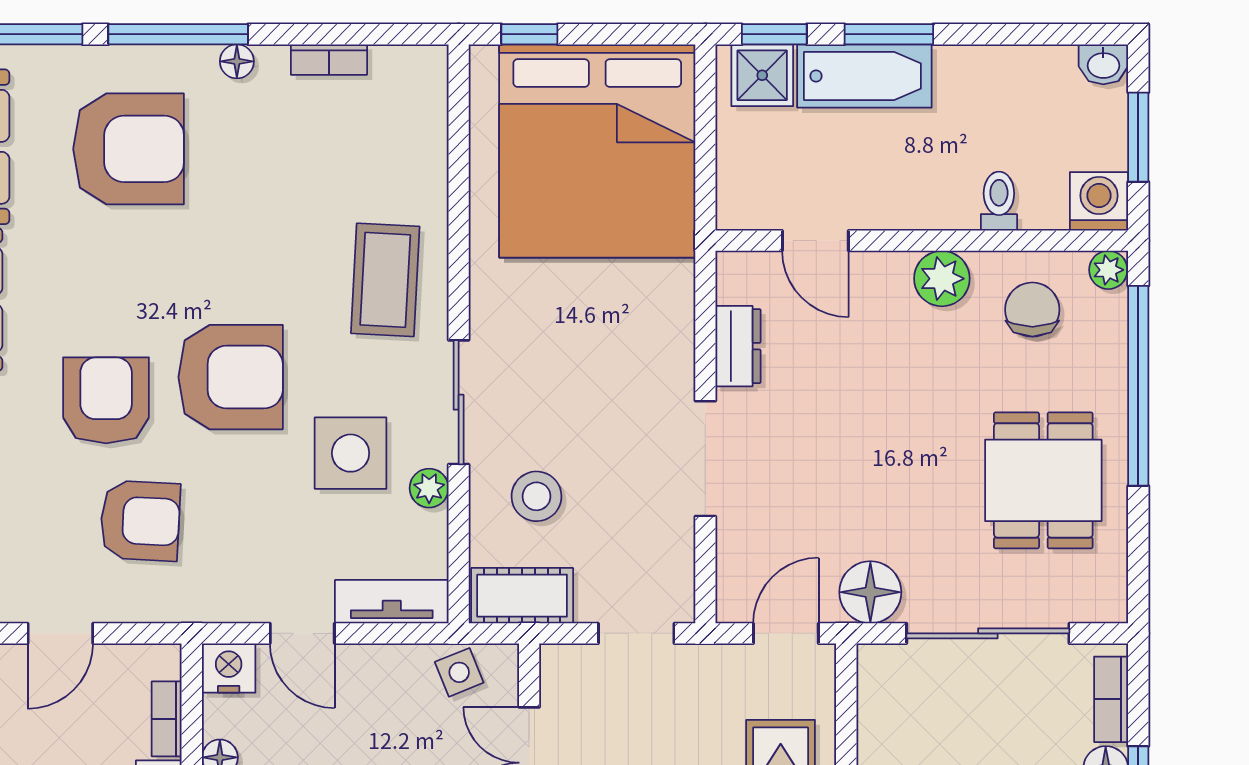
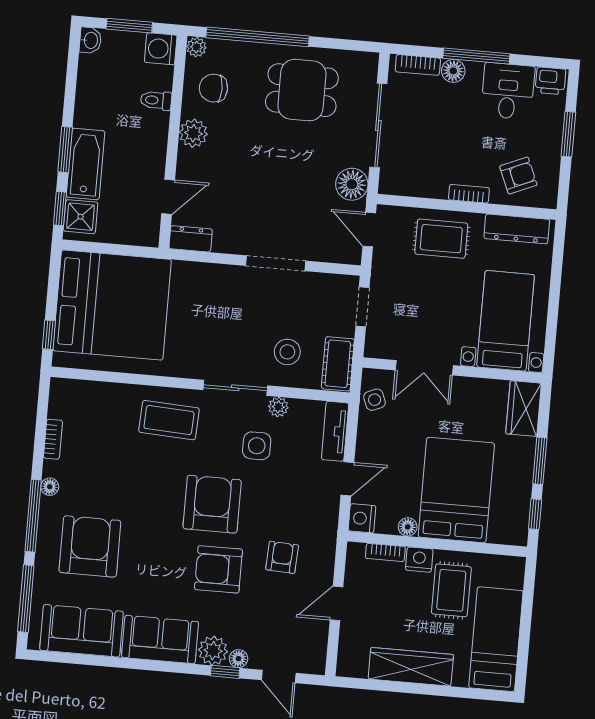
dresser: (738, 346) -> (191, 239), moved
side table: (351, 453) -> (257, 446), width x0.73, depth x0.73
armchair: (140, 521) -> (282, 557), width x0.72, depth x0.72
door: (60, 633) -> (336, 603), swing flipped

